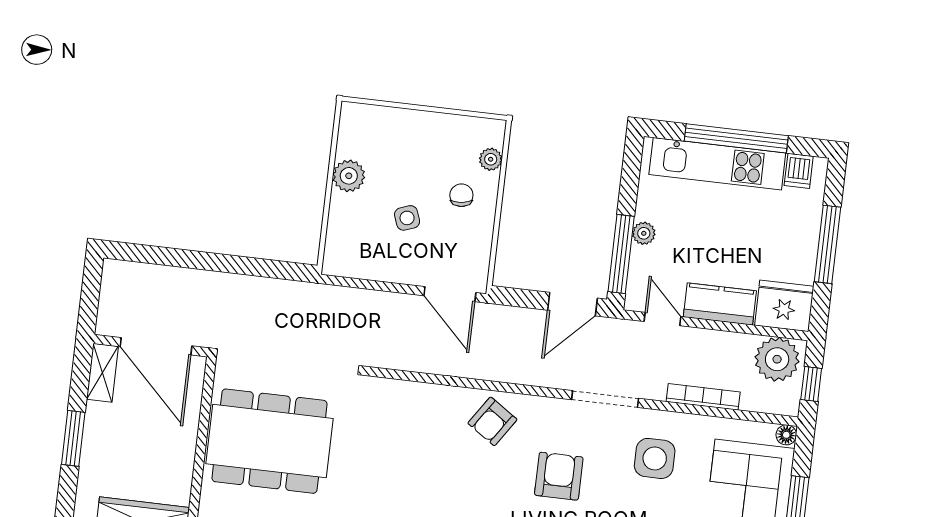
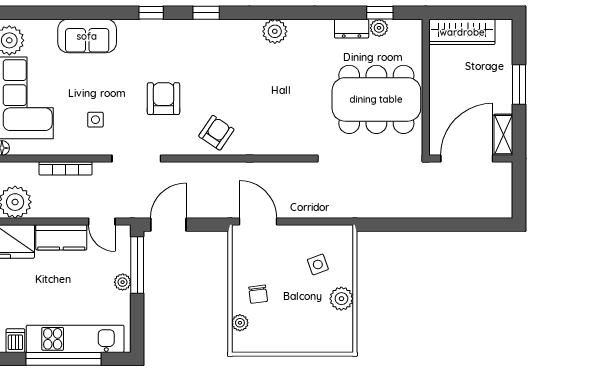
side table: (407, 218) -> (318, 264), moved
door: (156, 346) -> (467, 159), hinge flipped
side table: (655, 458) -> (95, 120), width x0.54, depth x0.54
armchair: (559, 476) -> (163, 99), turned 180

